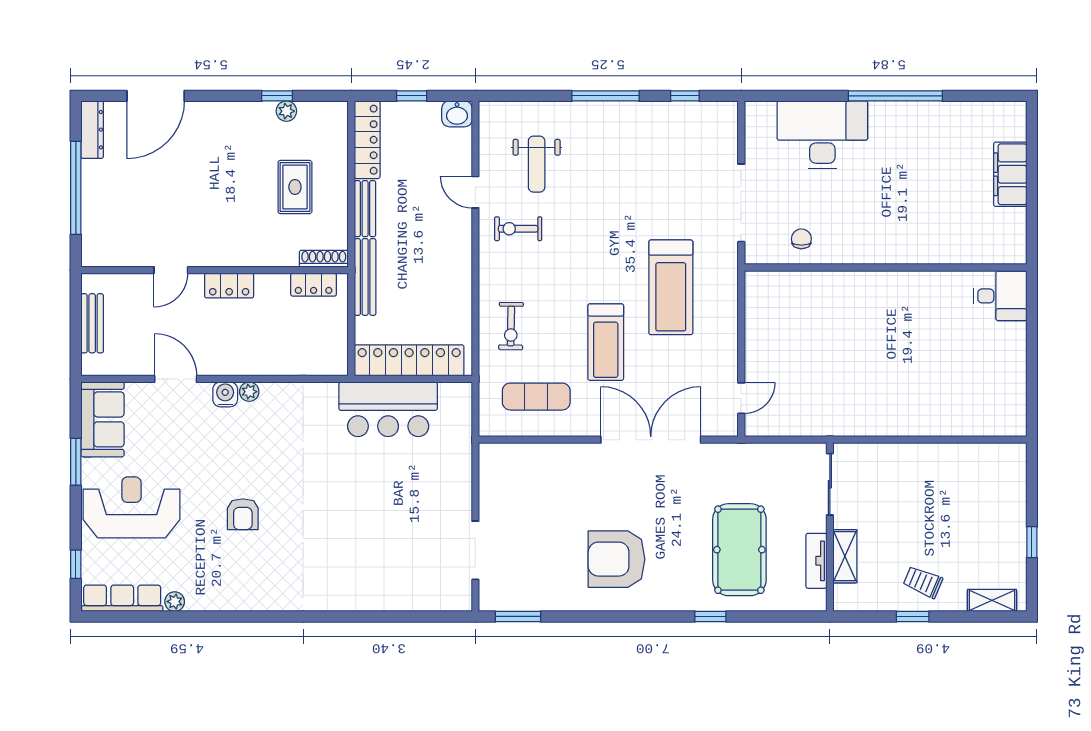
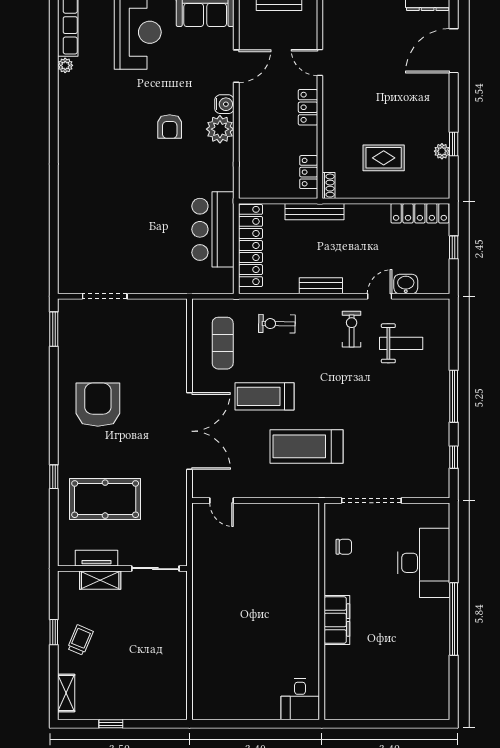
door: (156, 96) -> (454, 51), hinge flipped
washbasin: (457, 114) -> (406, 284), moved, turned 90
weight bench: (537, 164) -> (401, 343), turned 180
filing cabinet: (1010, 174) -> (337, 620), moved, turned 90
bench: (365, 209) -> (321, 286), moved
shoe rack: (324, 259) -> (329, 186), width x0.70
plant: (249, 392) -> (220, 129), width x1.88, depth x1.88
armchair: (243, 514) -> (170, 127), moved, turned -90

